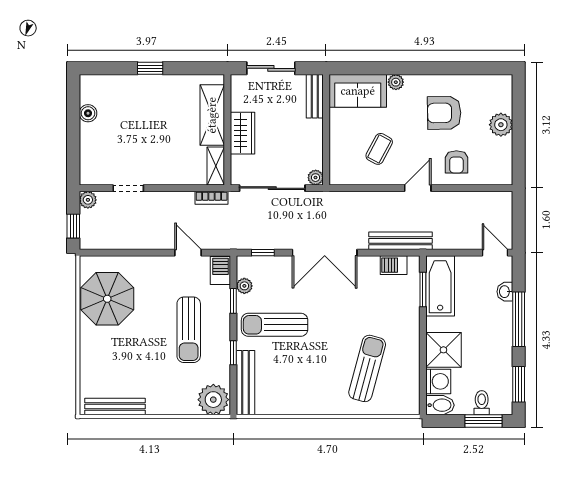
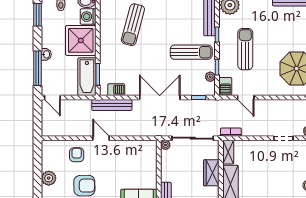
coffee table: (379, 149) -> (125, 163), removed
door: (418, 188) -> (101, 138), swing flipped
washbasin: (505, 292) -> (46, 54), moved
window: (519, 319) -> (38, 68), moved
shower: (443, 350) -> (81, 40), width x1.37, depth x1.37

